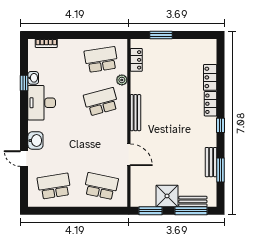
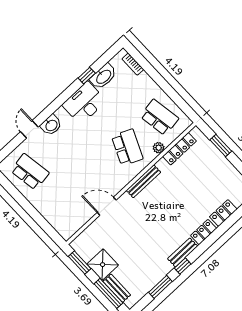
locker: (136, 60) -> (179, 149), width x1.53
washbasin: (33, 78) -> (103, 76), width x1.91, depth x1.45
school desk: (101, 102) -> (127, 147), turned 39
window: (221, 125) -> (183, 266), moved
door: (129, 155) -> (107, 206), swing flipped
bench: (211, 162) -> (183, 252), moved
school desk: (101, 186) -> (63, 207), removed

